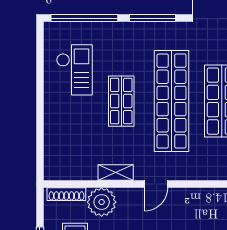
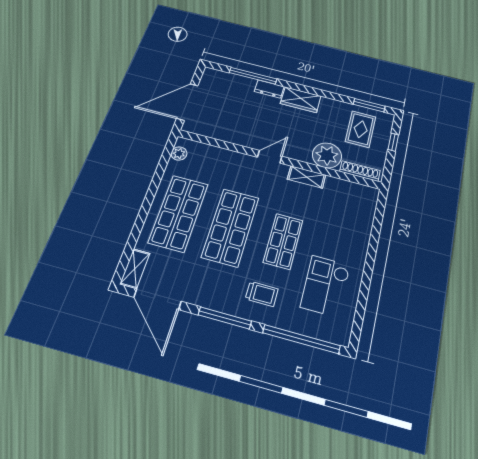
trolley: (127, 47) -> (262, 294), added
shop shelf: (172, 101) -> (231, 227), width x0.71

